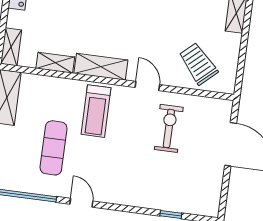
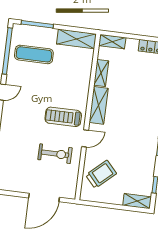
treadmill: (96, 111) -> (63, 117), moved
exercise mat: (54, 148) -> (34, 54), moved

